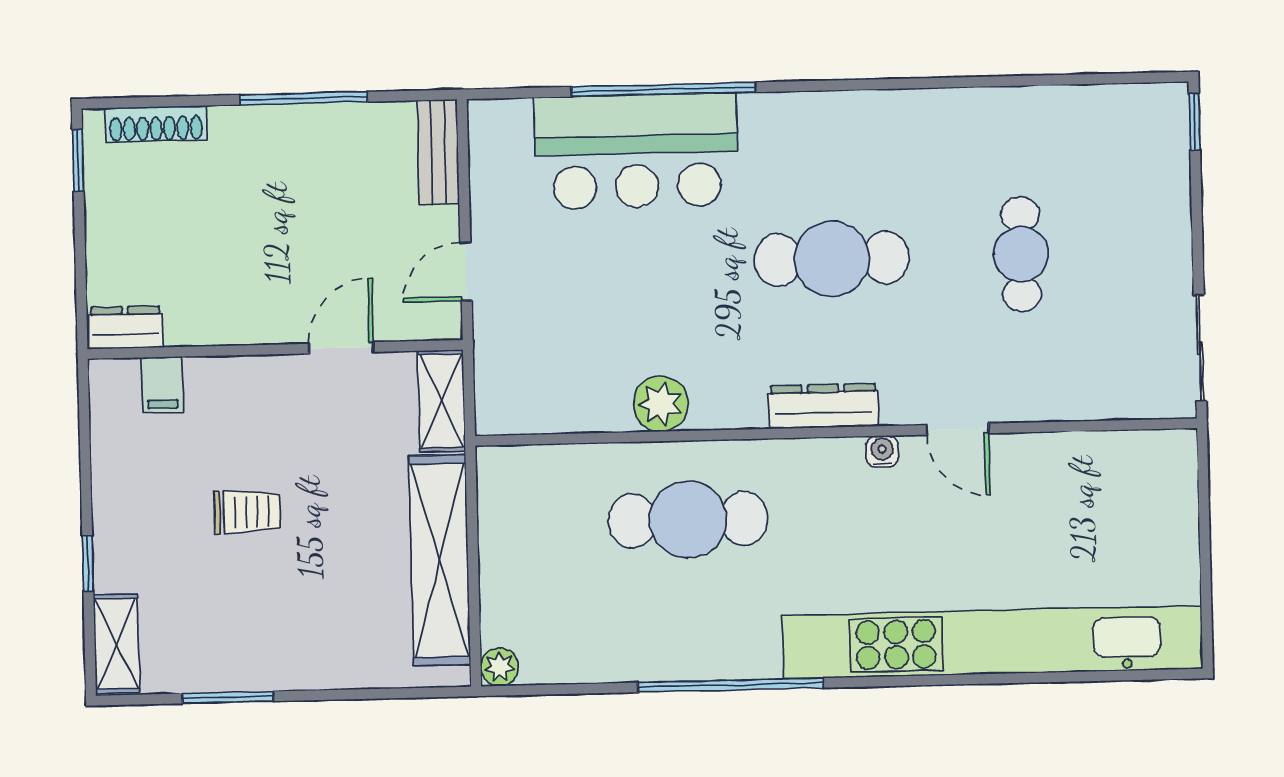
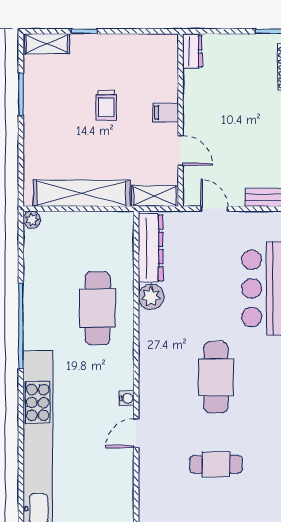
filing cabinet: (162, 385) -> (166, 113), moved
dresser: (823, 406) -> (151, 248), moved, width x1.37, depth x1.24

